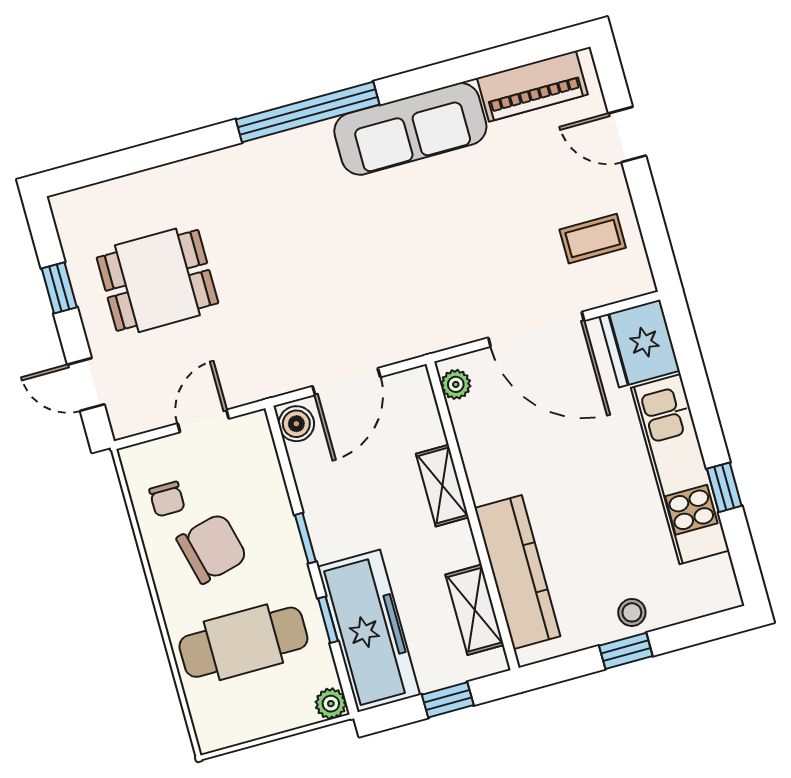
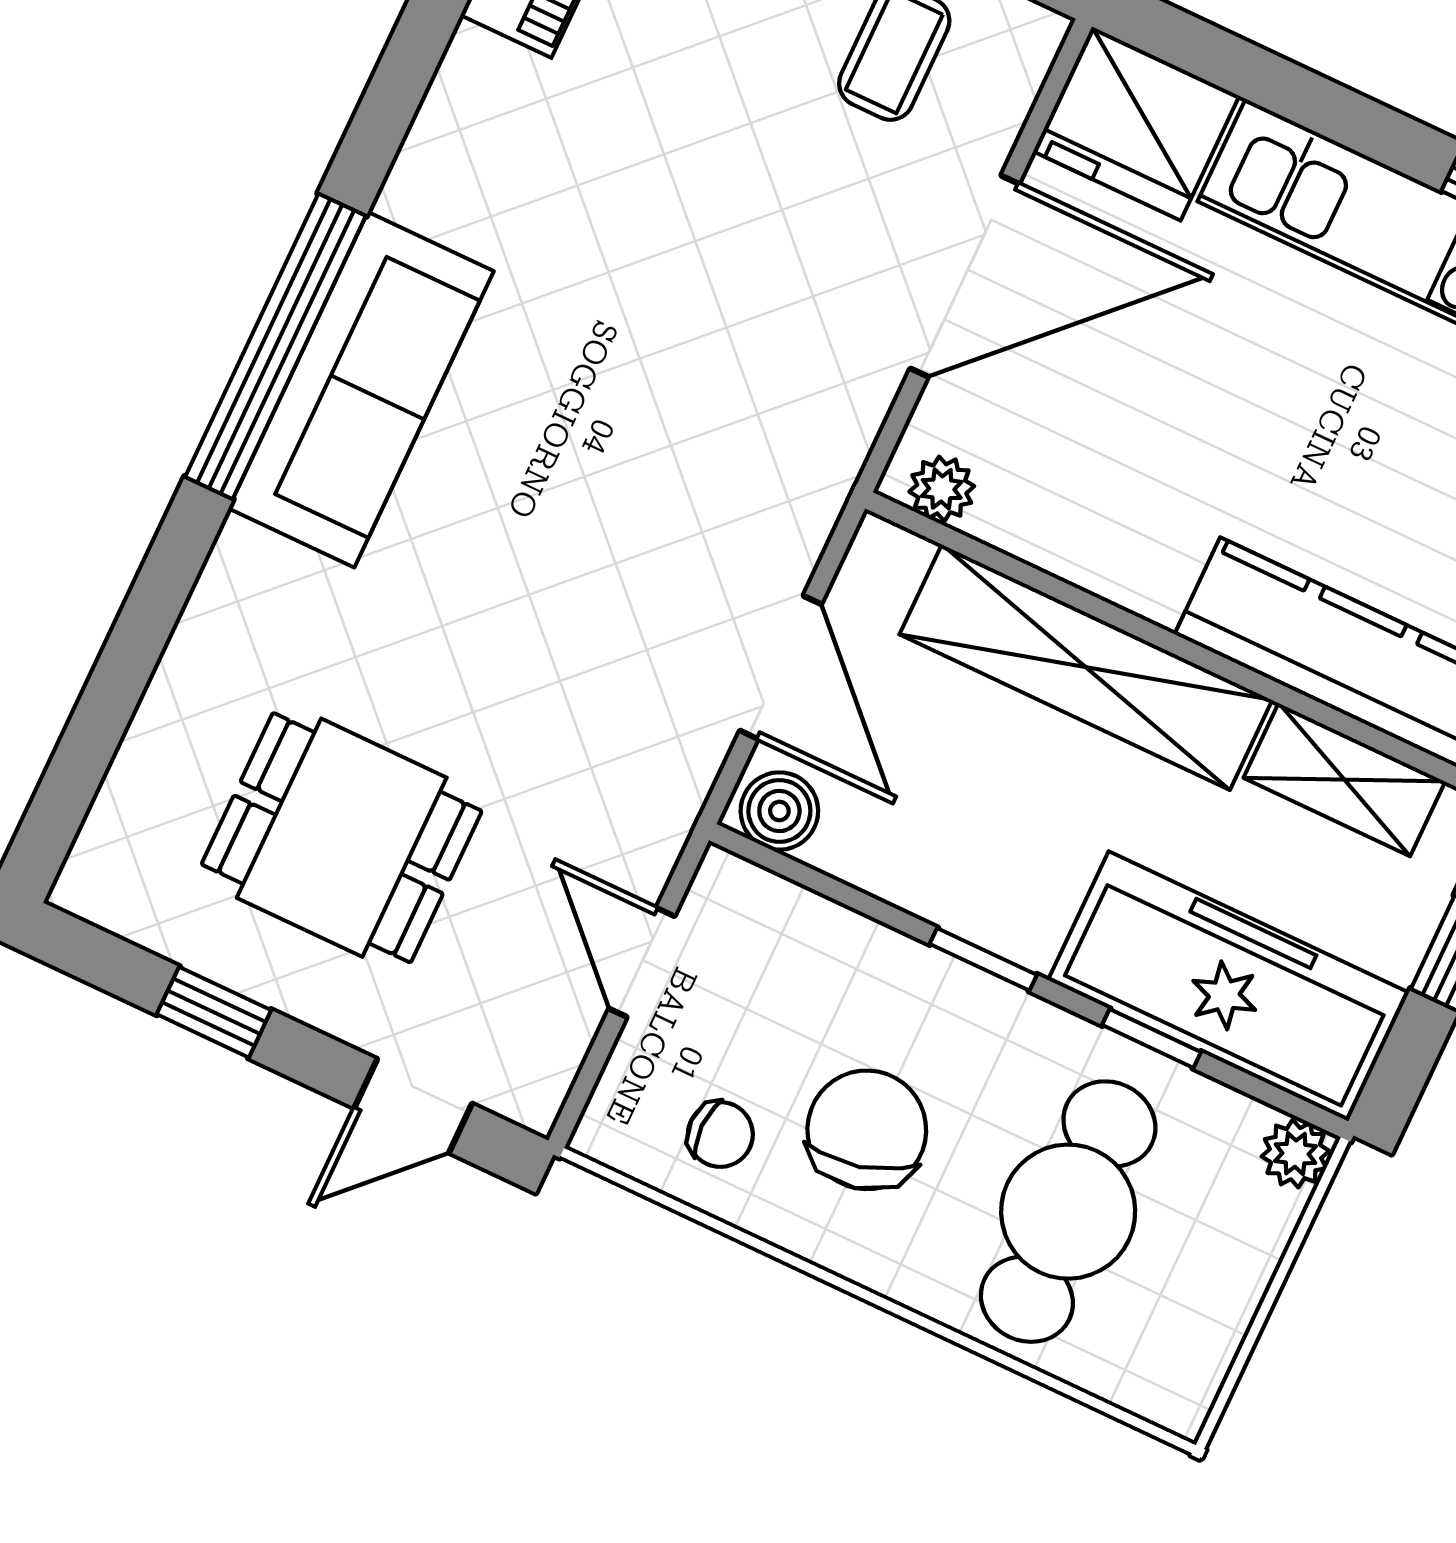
sofa: (410, 129) -> (361, 390), moved
dining table: (157, 280) -> (342, 838), turned 90
shelving: (442, 486) -> (1086, 667), width x2.20, depth x1.33

